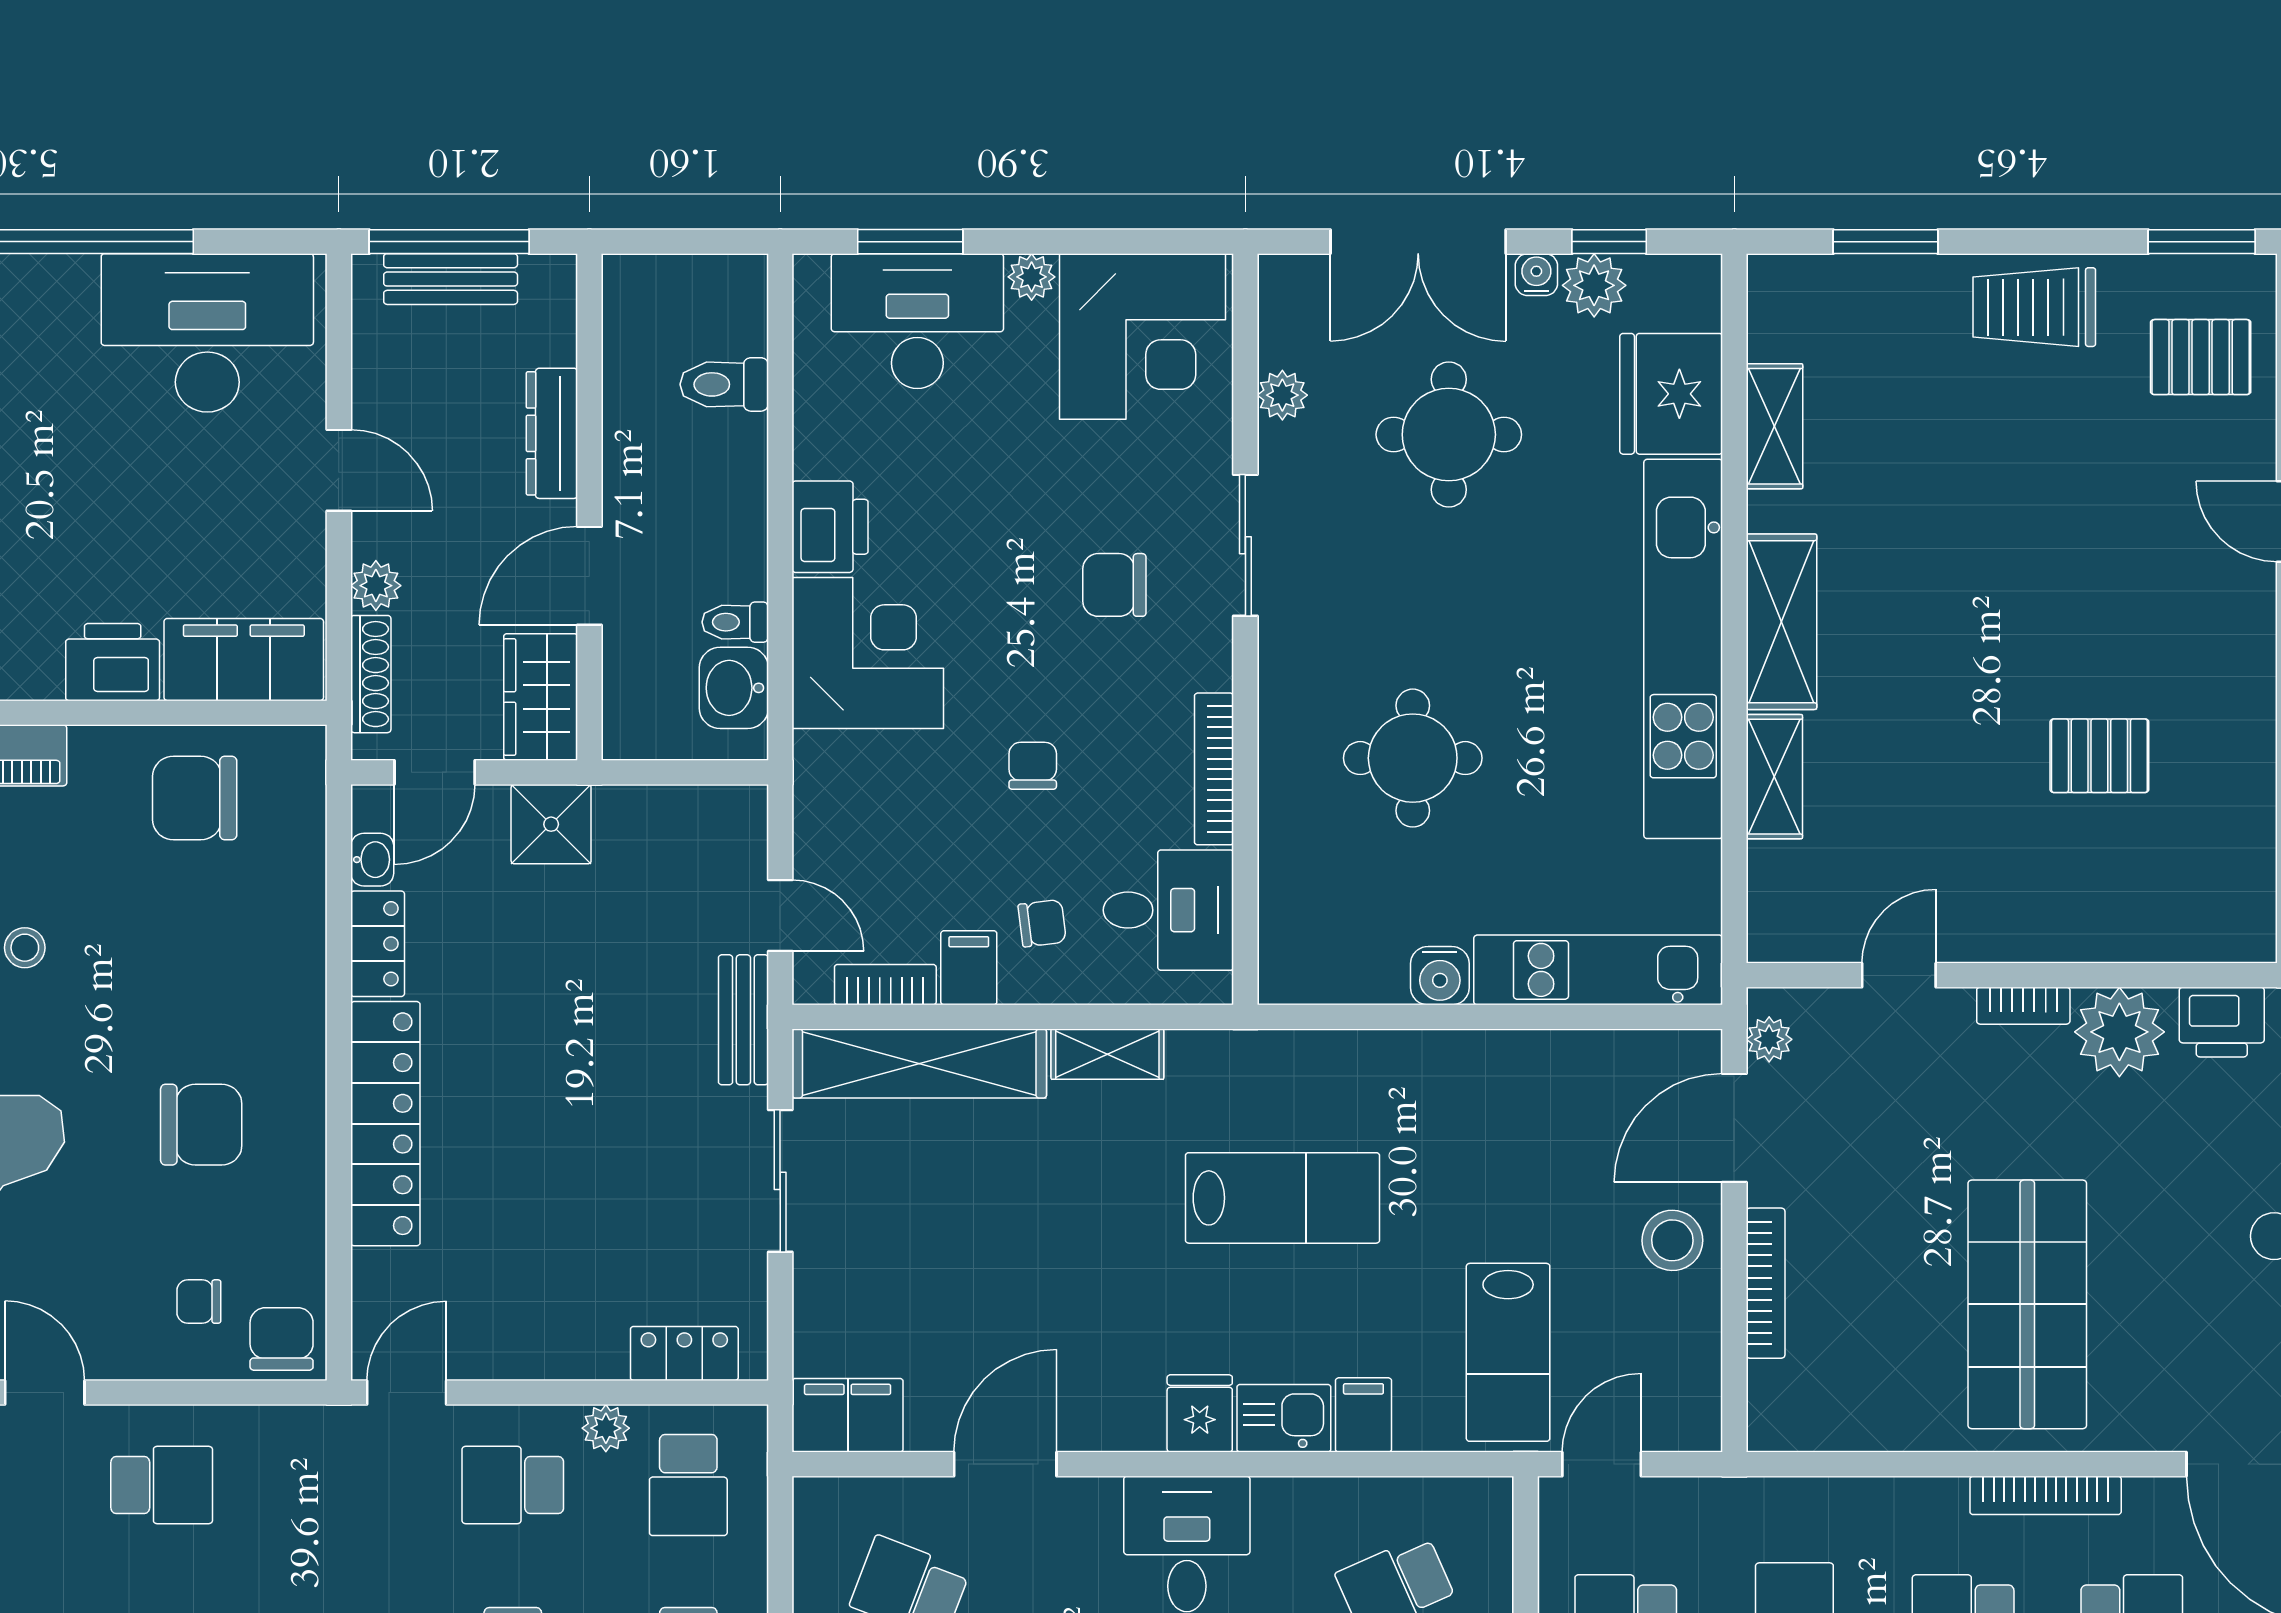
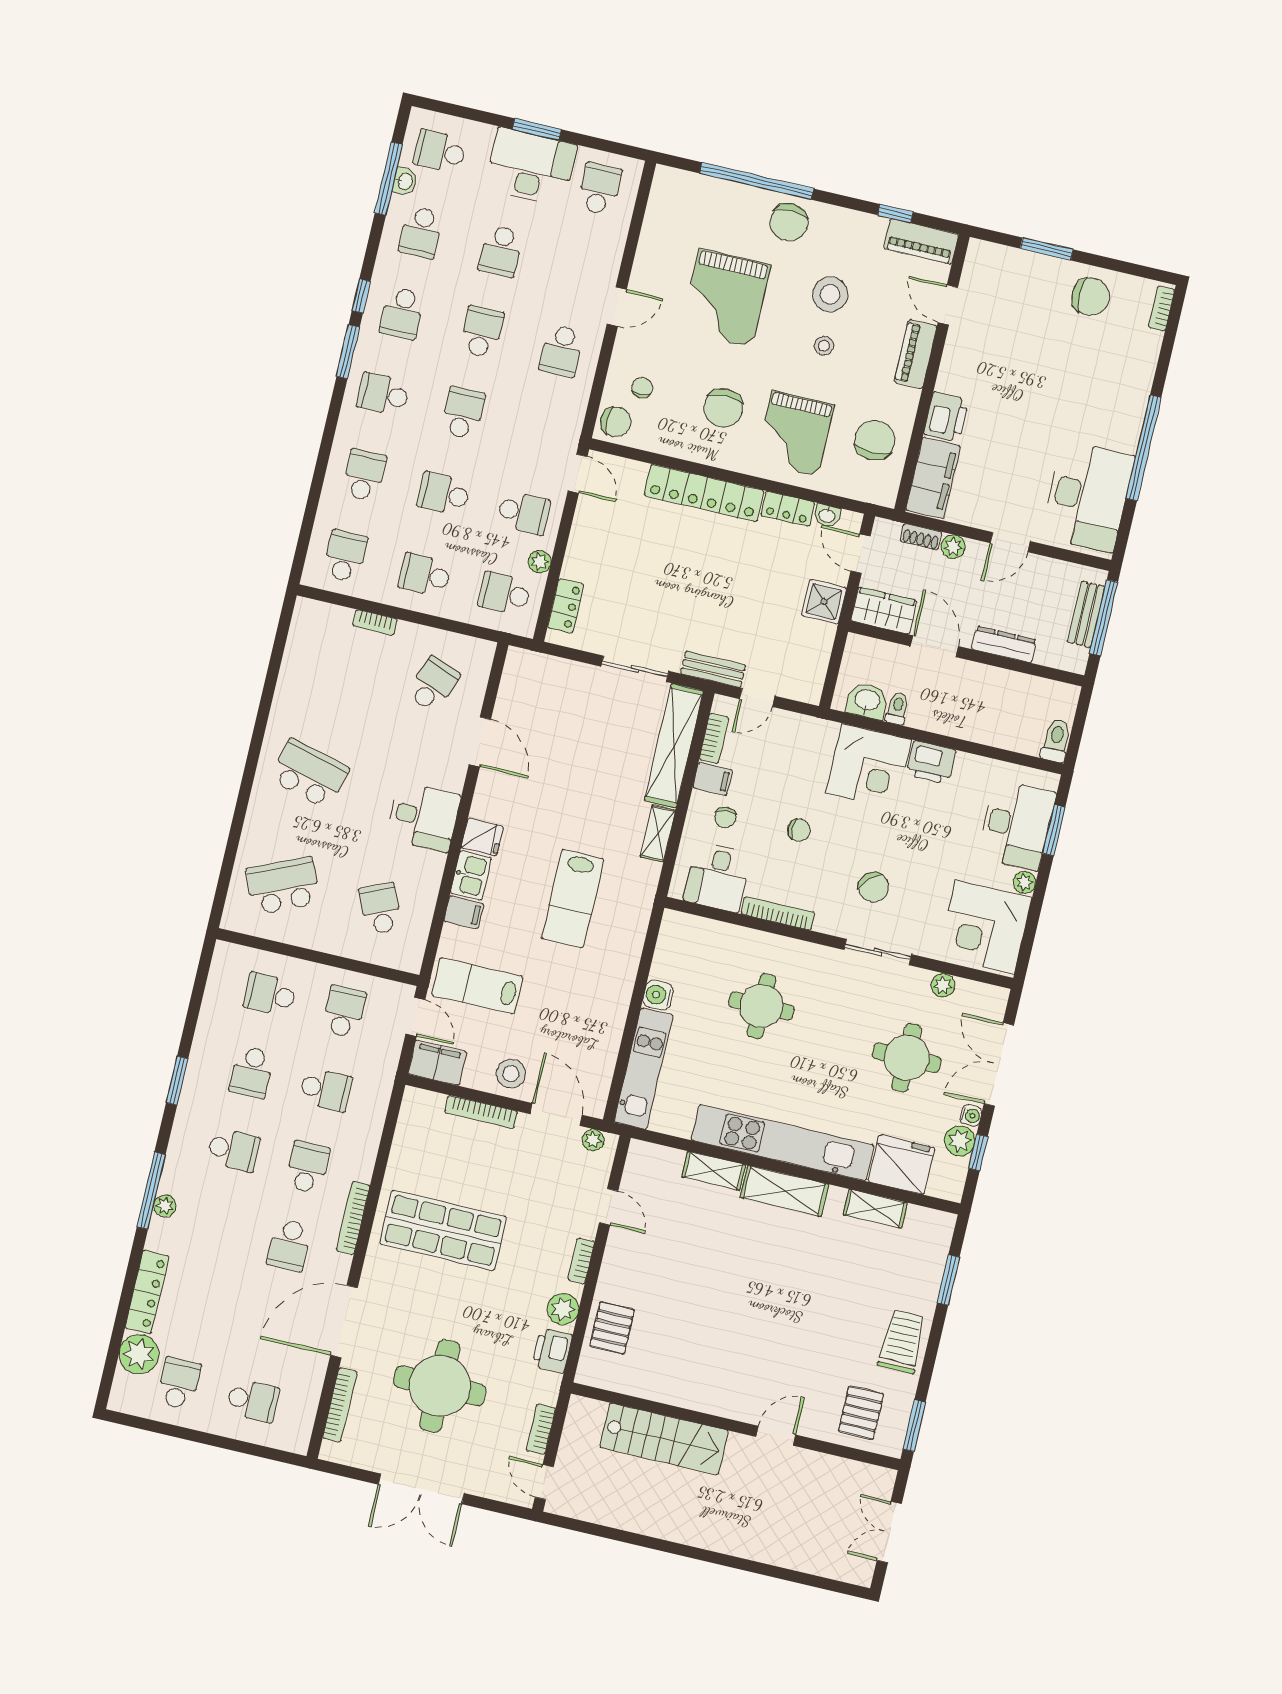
toilet: (724, 384) -> (1056, 740), moved
chair: (1114, 585) -> (873, 887), turned 137
shoe rack: (371, 674) -> (921, 537), width x0.70
pallet: (2099, 756) -> (612, 1328), moved
grand piano: (220, 966) -> (795, 434), added
plant: (2119, 1032) -> (563, 1309), width x0.73, depth x0.73
filing cabinet: (848, 1415) -> (437, 1063), moved, turned -90
school desk: (513, 1485) -> (524, 513), turned 90

